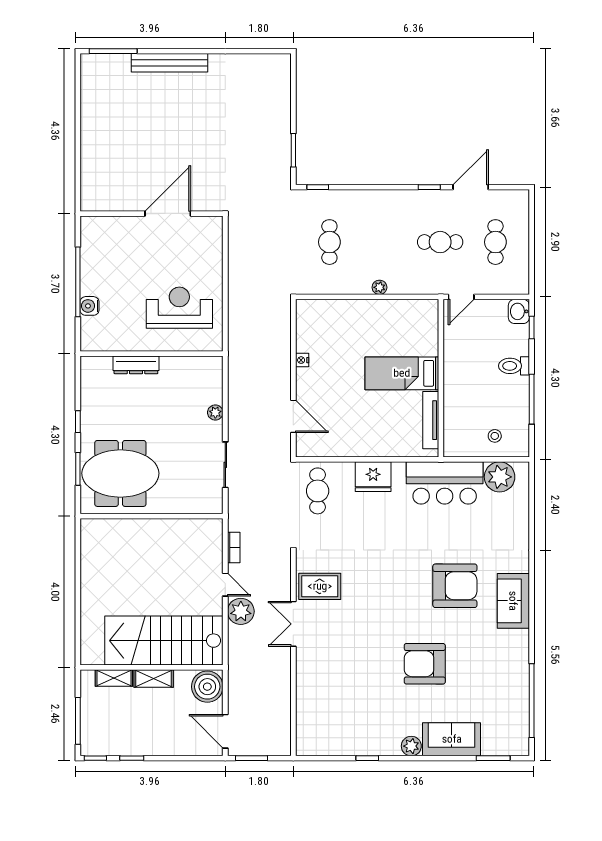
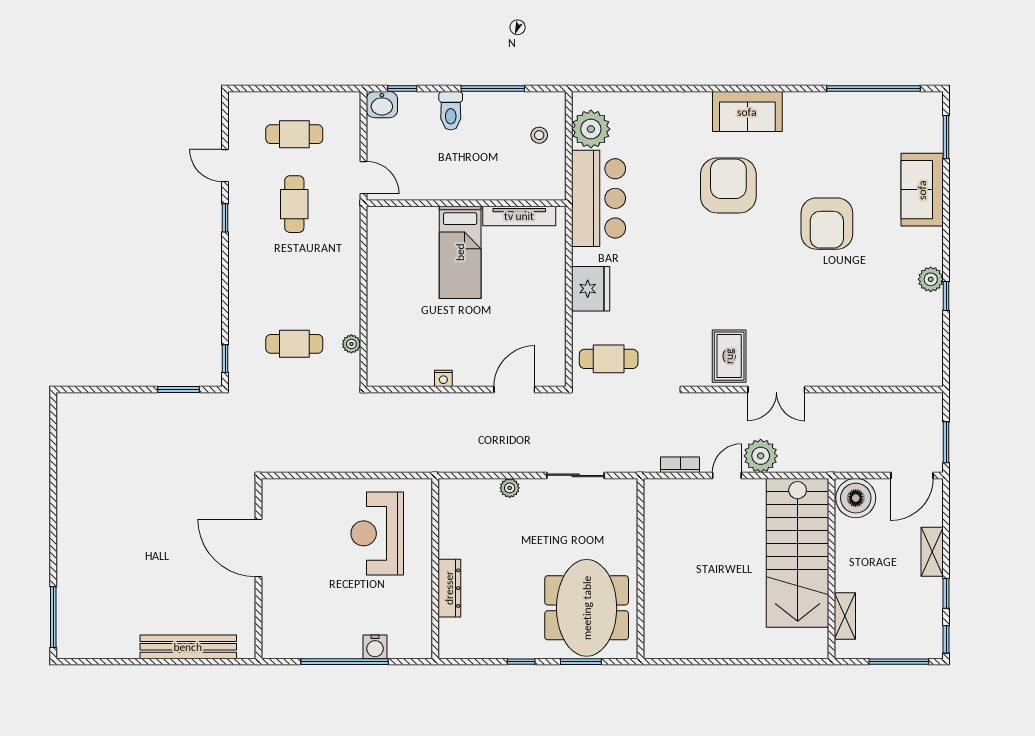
bench: (169, 63) -> (188, 647), moved, turned 90
door: (471, 187) -> (225, 166), width x0.73
plant: (379, 287) -> (351, 344), moved
shelving: (154, 678) -> (932, 552), moved
plant: (411, 746) -> (931, 279), moved

